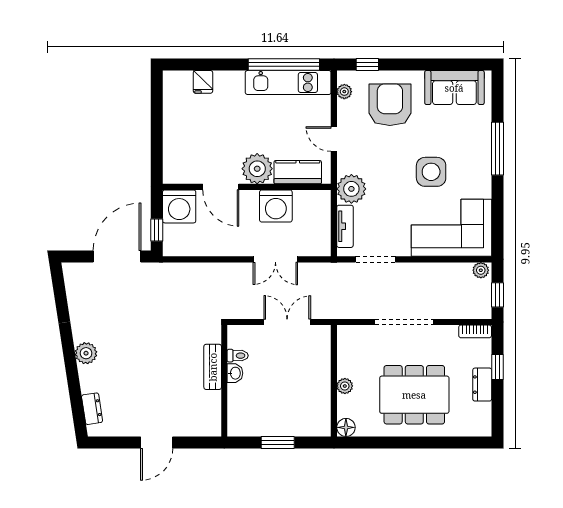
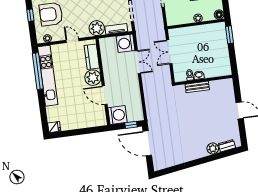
window: (367, 65) -> (30, 15), moved
fridge: (203, 82) -> (54, 127), moved
kitchen unit: (288, 82) -> (48, 76), width x1.36
door: (334, 139) -> (72, 40), swing flipped
door: (221, 187) -> (105, 95), swing flipped
washing machine: (276, 206) -> (125, 43), moved, turned 180
plant: (86, 353) -> (213, 149), moved
window: (278, 442) -> (230, 35), moved

